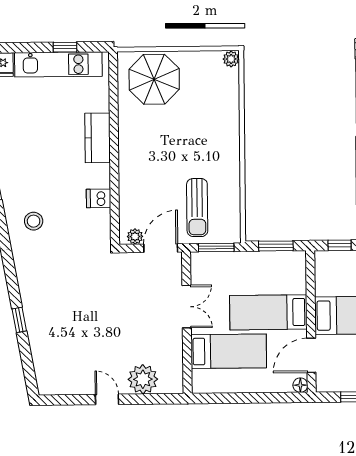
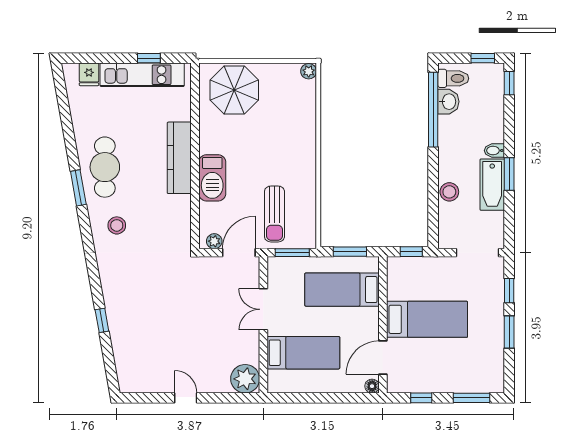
kitchen counter: (98, 138) -> (179, 158), width x1.50
cafe table: (21, 161) -> (105, 167), added
barbecue: (132, 171) -> (212, 178), added
dishwasher: (99, 198) -> (180, 204), removed
double door: (187, 307) -> (263, 309), swing flipped
bed: (268, 312) -> (342, 290), moved
plant: (143, 379) -> (245, 379), moved

